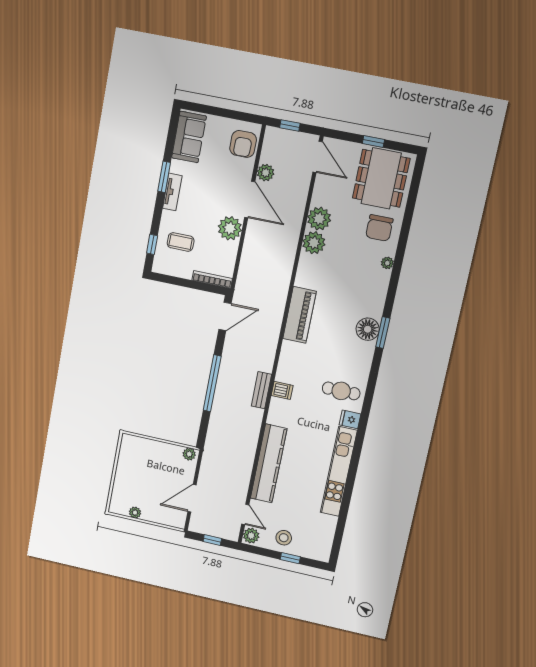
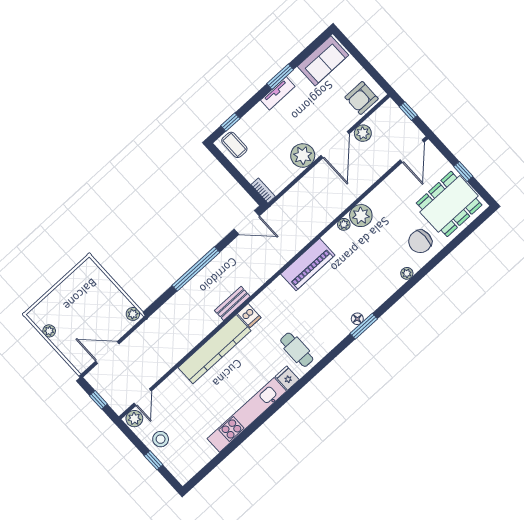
plant: (319, 219) -> (344, 224), moved, width x0.53, depth x0.53
coffee table: (181, 242) -> (234, 145), moved
bookcase: (212, 279) -> (263, 191), width x0.64
floor lamp: (368, 329) -> (357, 319), width x0.53, depth x0.53
kitchen counter: (269, 463) -> (214, 349), moved

